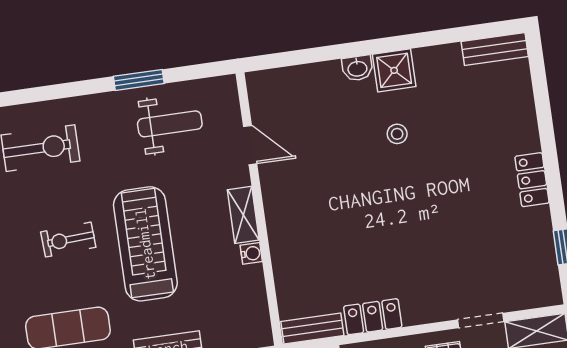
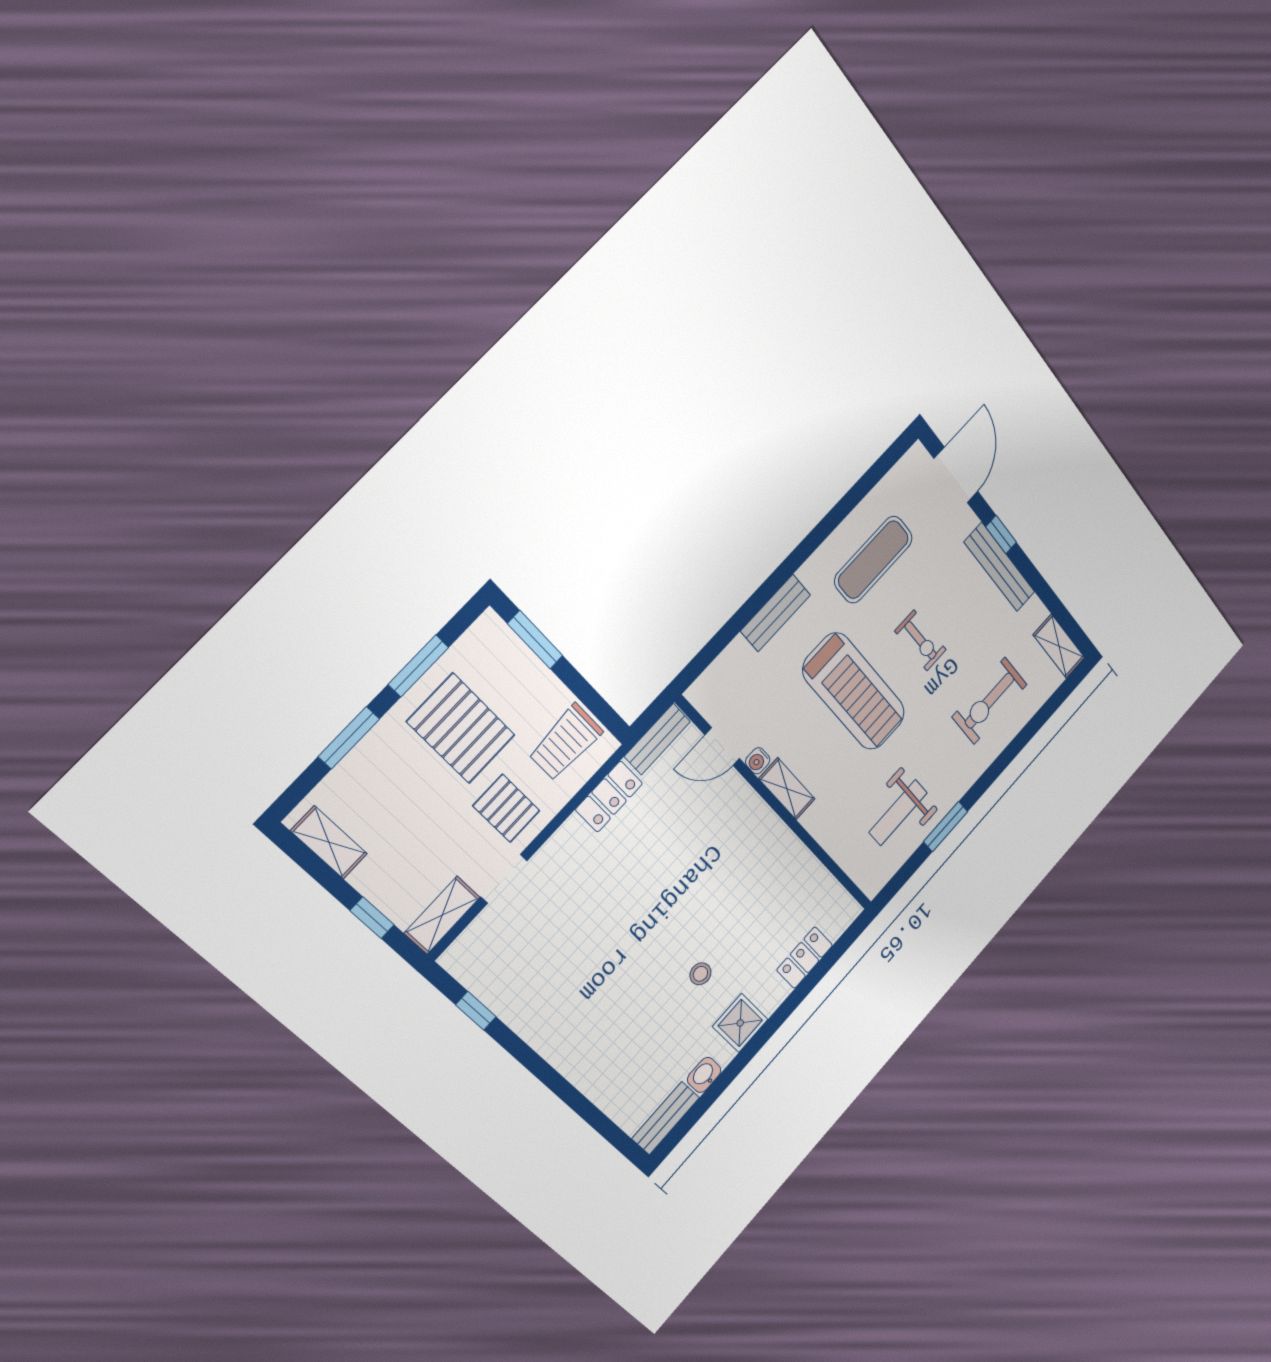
washbasin: (357, 68) -> (704, 1075), moved
door: (250, 145) -> (722, 747), moved
locker: (532, 180) -> (805, 958), moved, turned -90
exercise bike: (68, 240) -> (921, 640), turned 93

